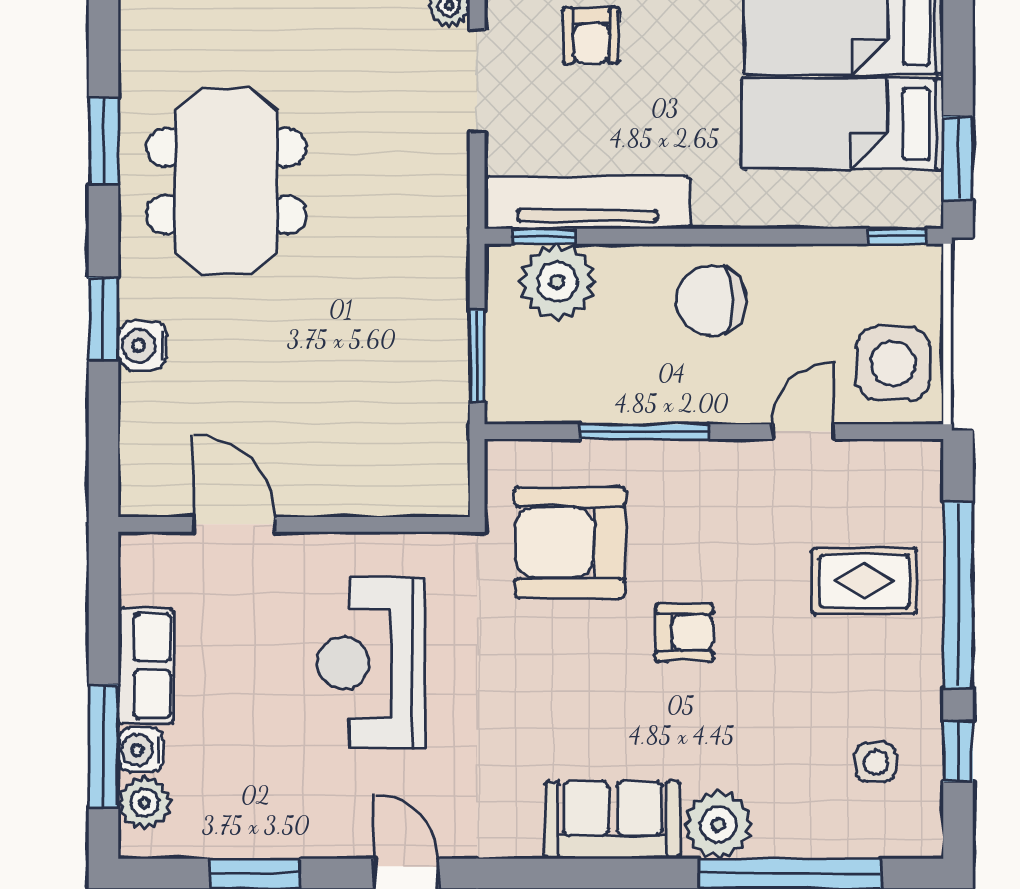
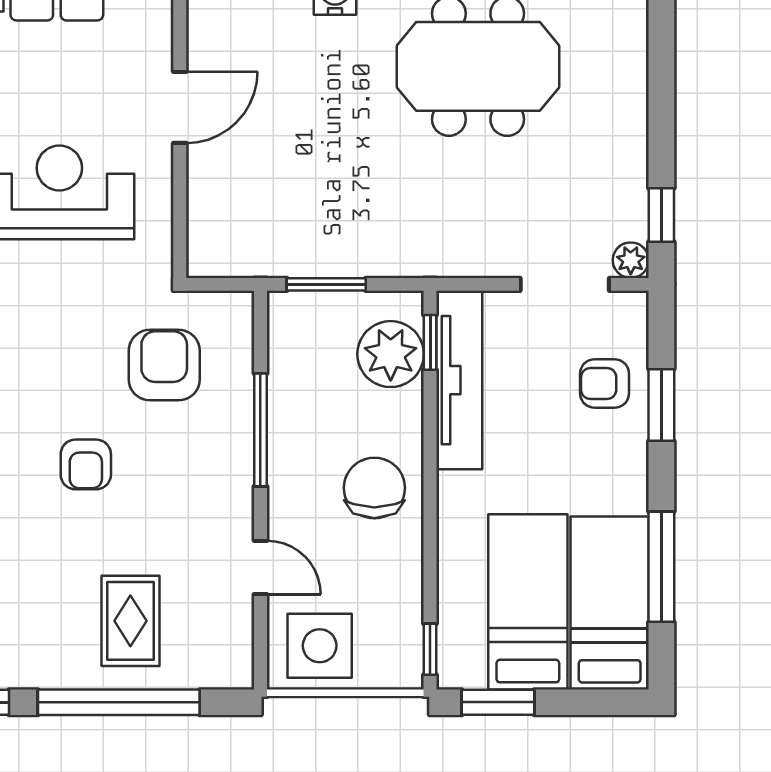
door: (234, 524) -> (180, 107), moved
armchair: (570, 542) -> (164, 365), width x0.73, depth x0.73

